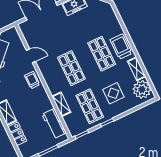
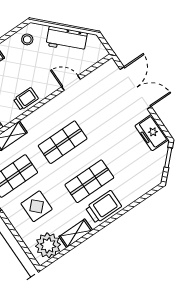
door: (31, 56) -> (71, 83), swing flipped
trolley: (32, 80) -> (26, 99), moved

